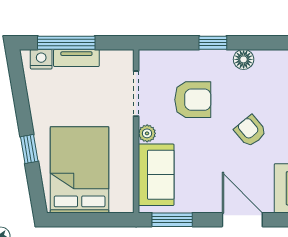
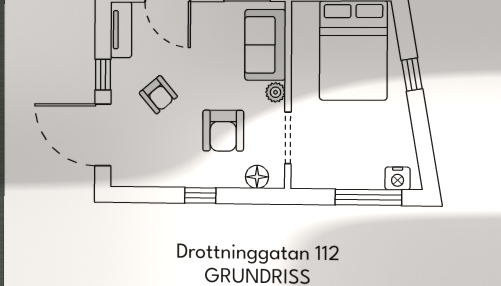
tv unit: (76, 58) -> (357, 179), removed
floor lamp: (244, 59) -> (257, 177), moved
armchair: (193, 100) -> (223, 131), turned -90

